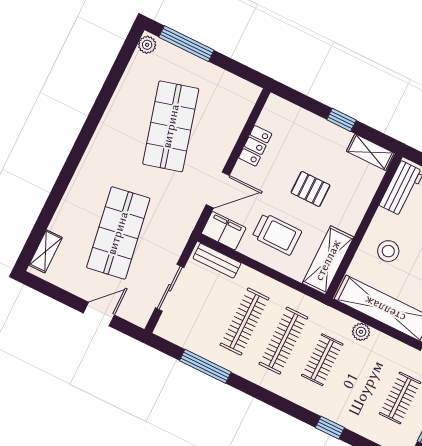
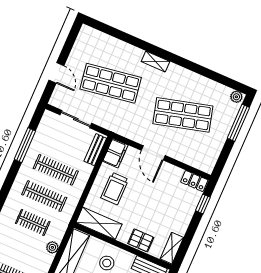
window: (341, 120) -> (203, 204), moved
locker: (255, 146) -> (194, 181), moved
pallet: (311, 189) -> (141, 240), moved, turned 90
door: (218, 190) -> (153, 153), moved
shelving: (46, 251) -> (155, 61), moved

